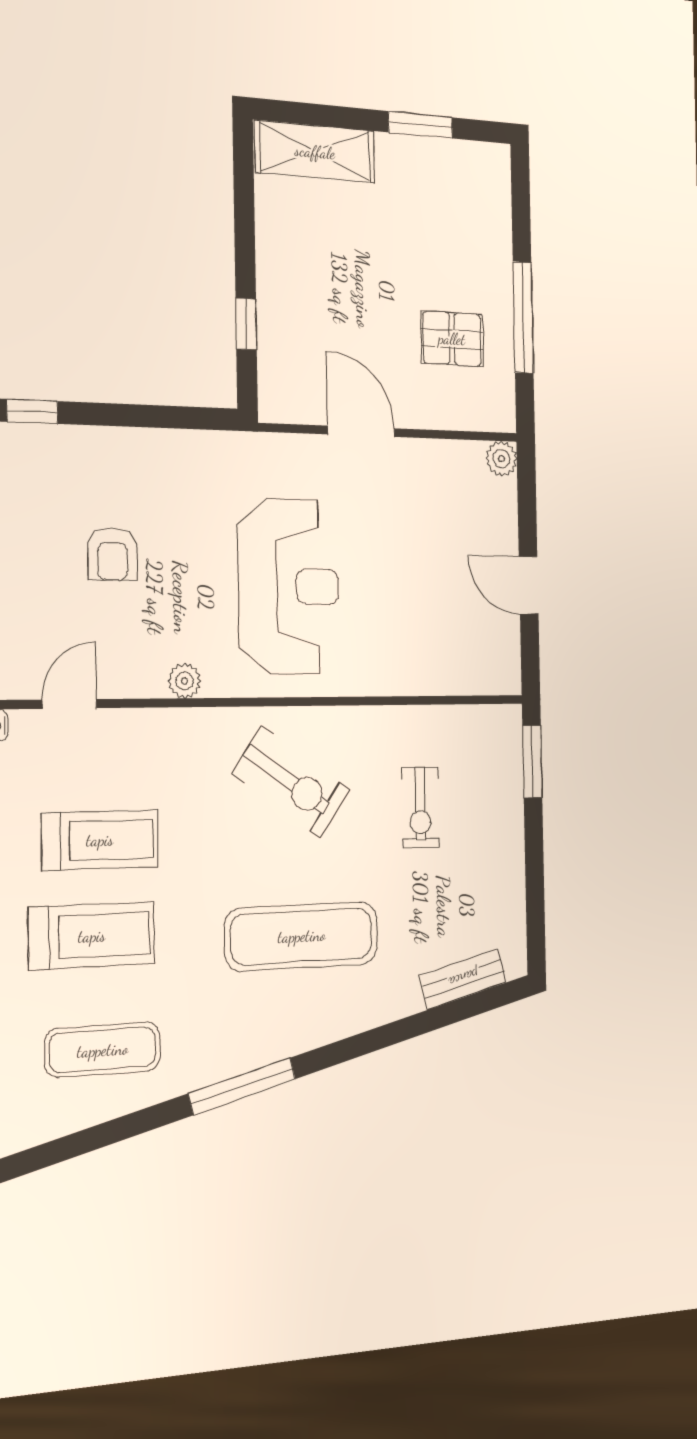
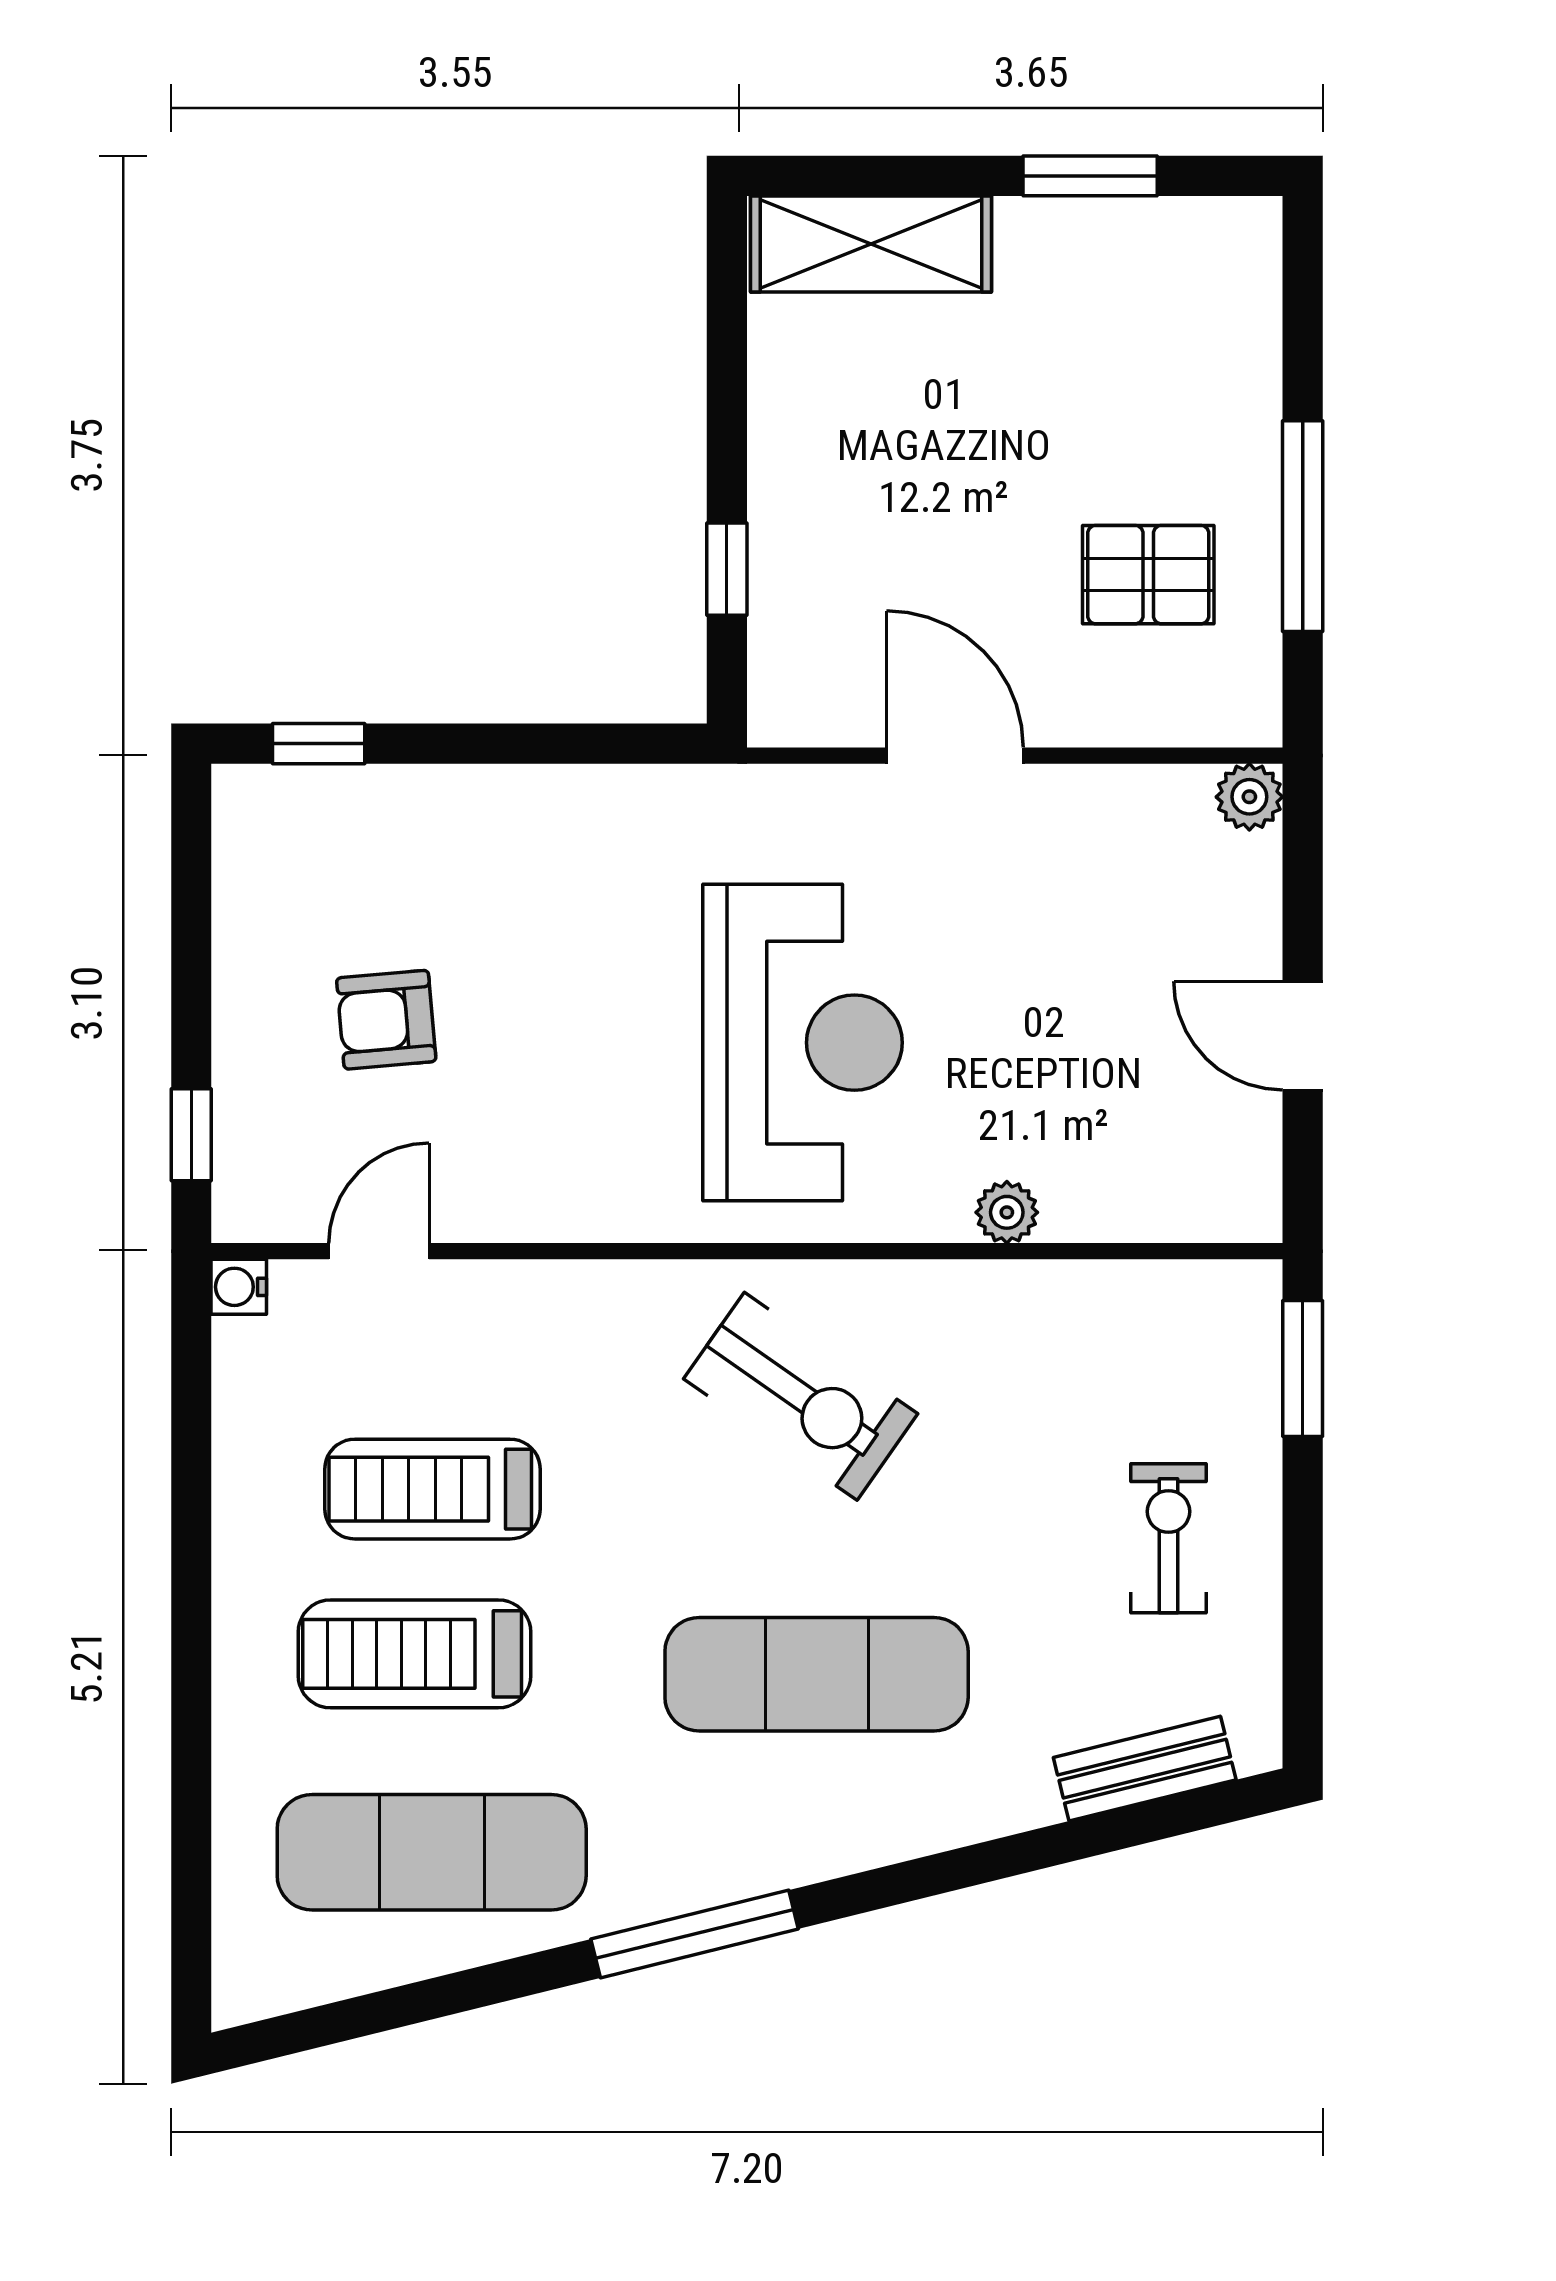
armchair: (113, 554) -> (386, 1020), moved, turned 85
plant: (185, 681) -> (1007, 1212), moved
exercise bike: (420, 808) -> (1168, 1538), moved, turned 180
treadmill: (100, 840) -> (432, 1489), turned 180
treadmill: (92, 936) -> (414, 1654), turned 180
exercise mat: (103, 1050) -> (432, 1852), width x1.36, depth x1.45

